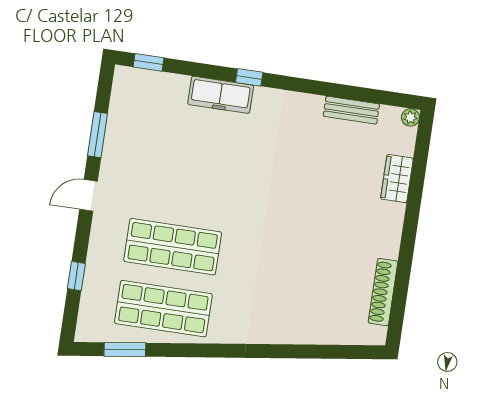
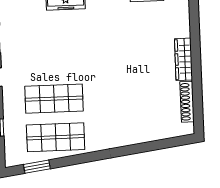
wardrobe: (397, 179) -> (184, 59), moved, width x1.50

